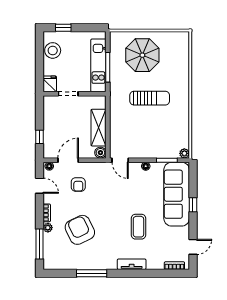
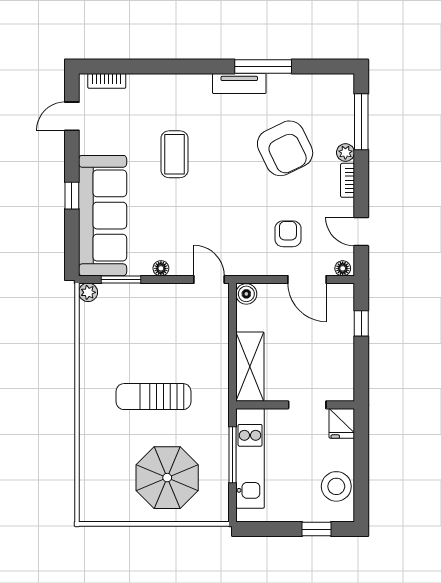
shelving: (99, 128) -> (250, 367), moved
door: (68, 160) -> (307, 280), hinge flipped
tv unit: (132, 264) -> (239, 84), moved

